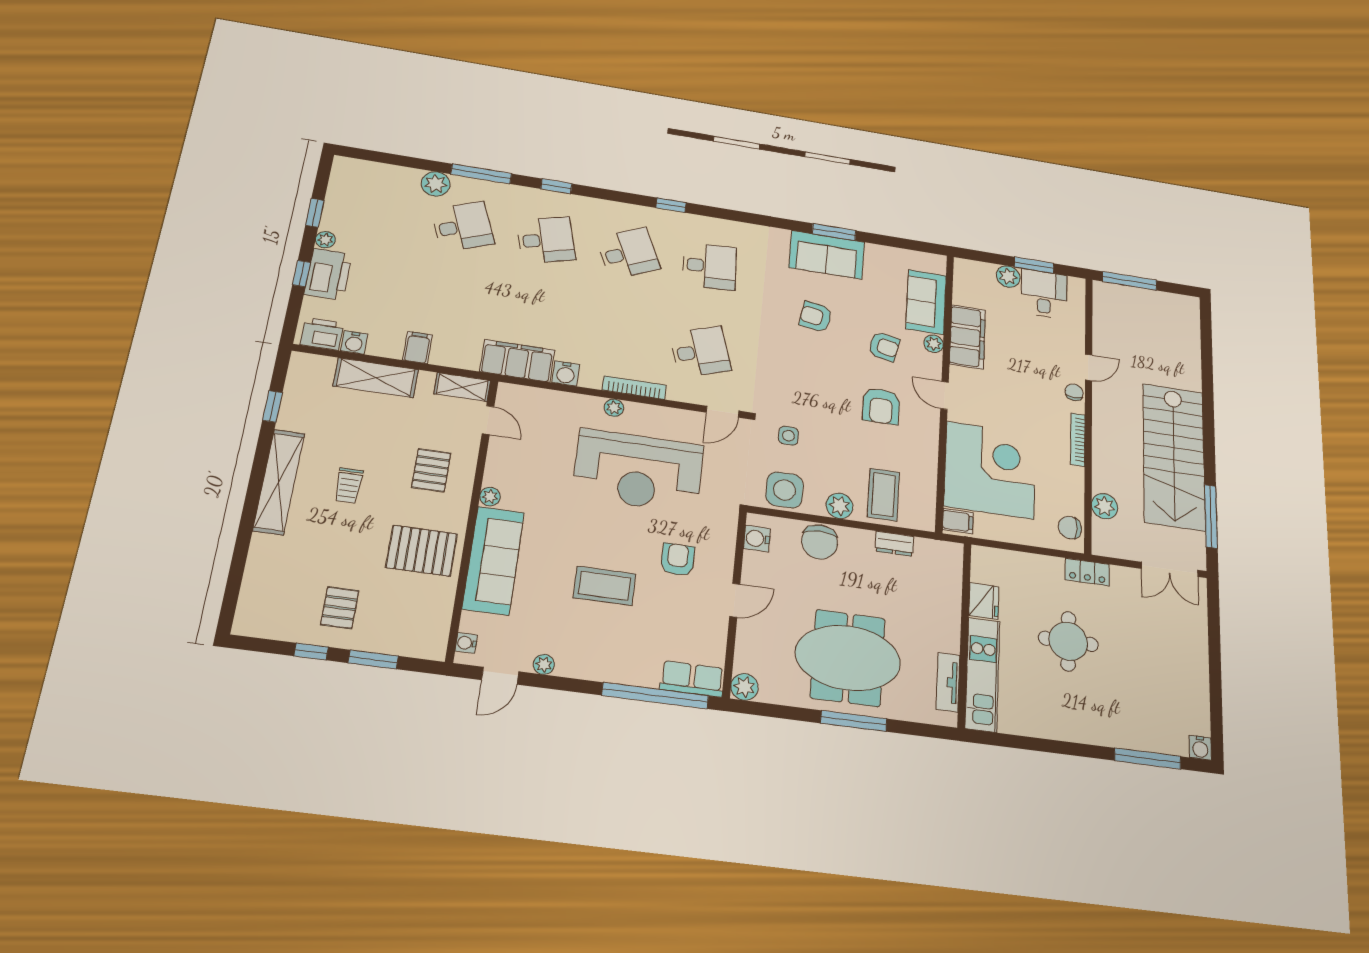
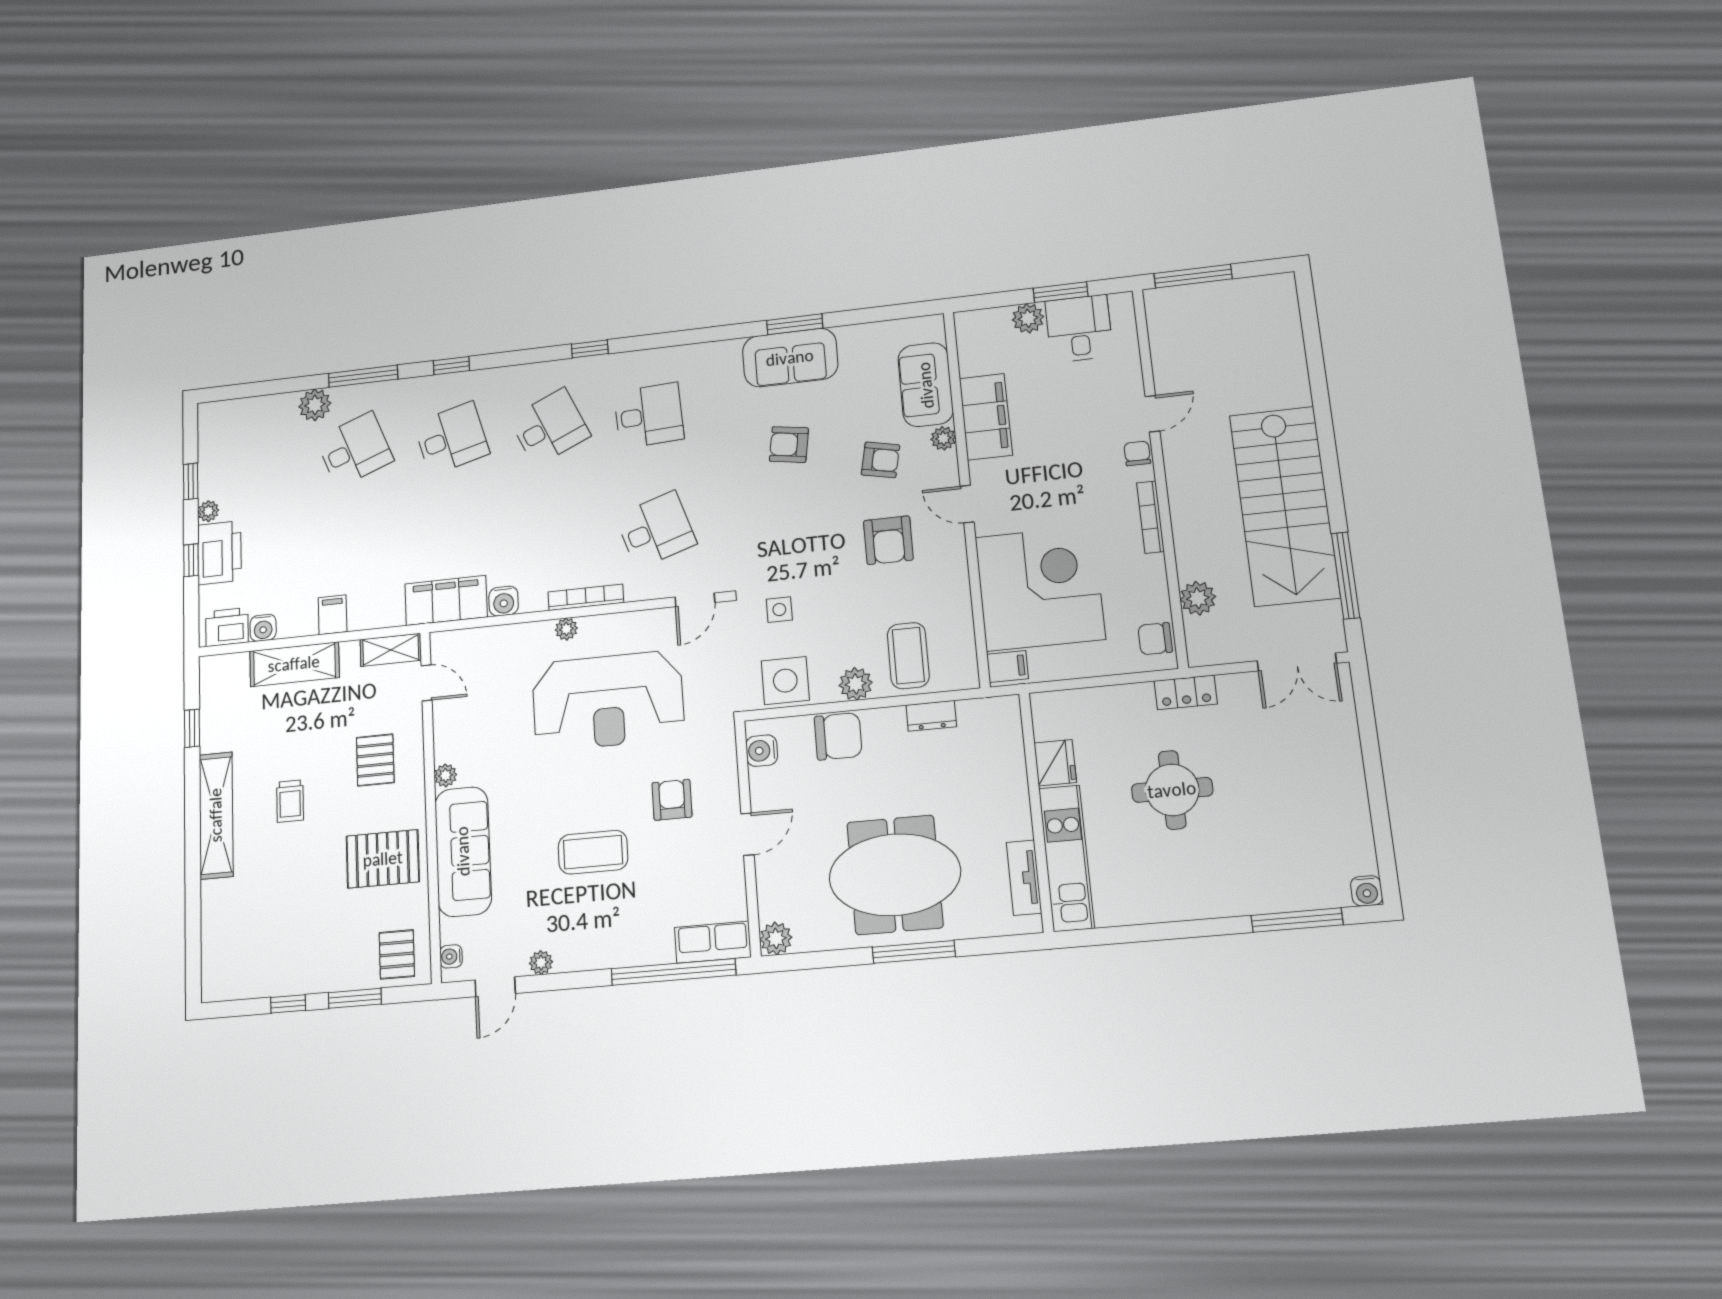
chair: (820, 542) -> (838, 736), turned -90
pallet: (340, 608) -> (397, 954), moved

